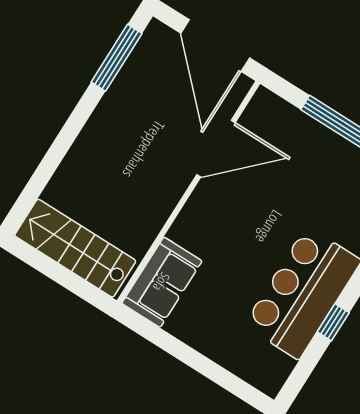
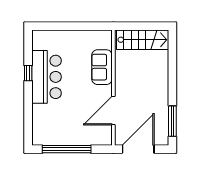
door: (215, 46) -> (138, 149), hinge flipped
sofa: (162, 282) -> (102, 67), moved

